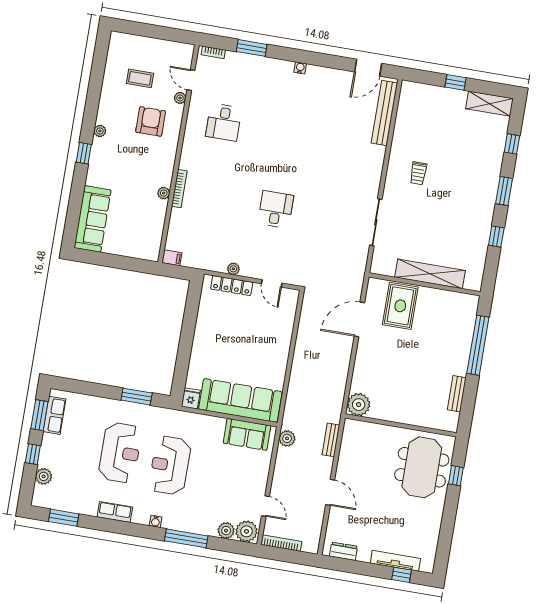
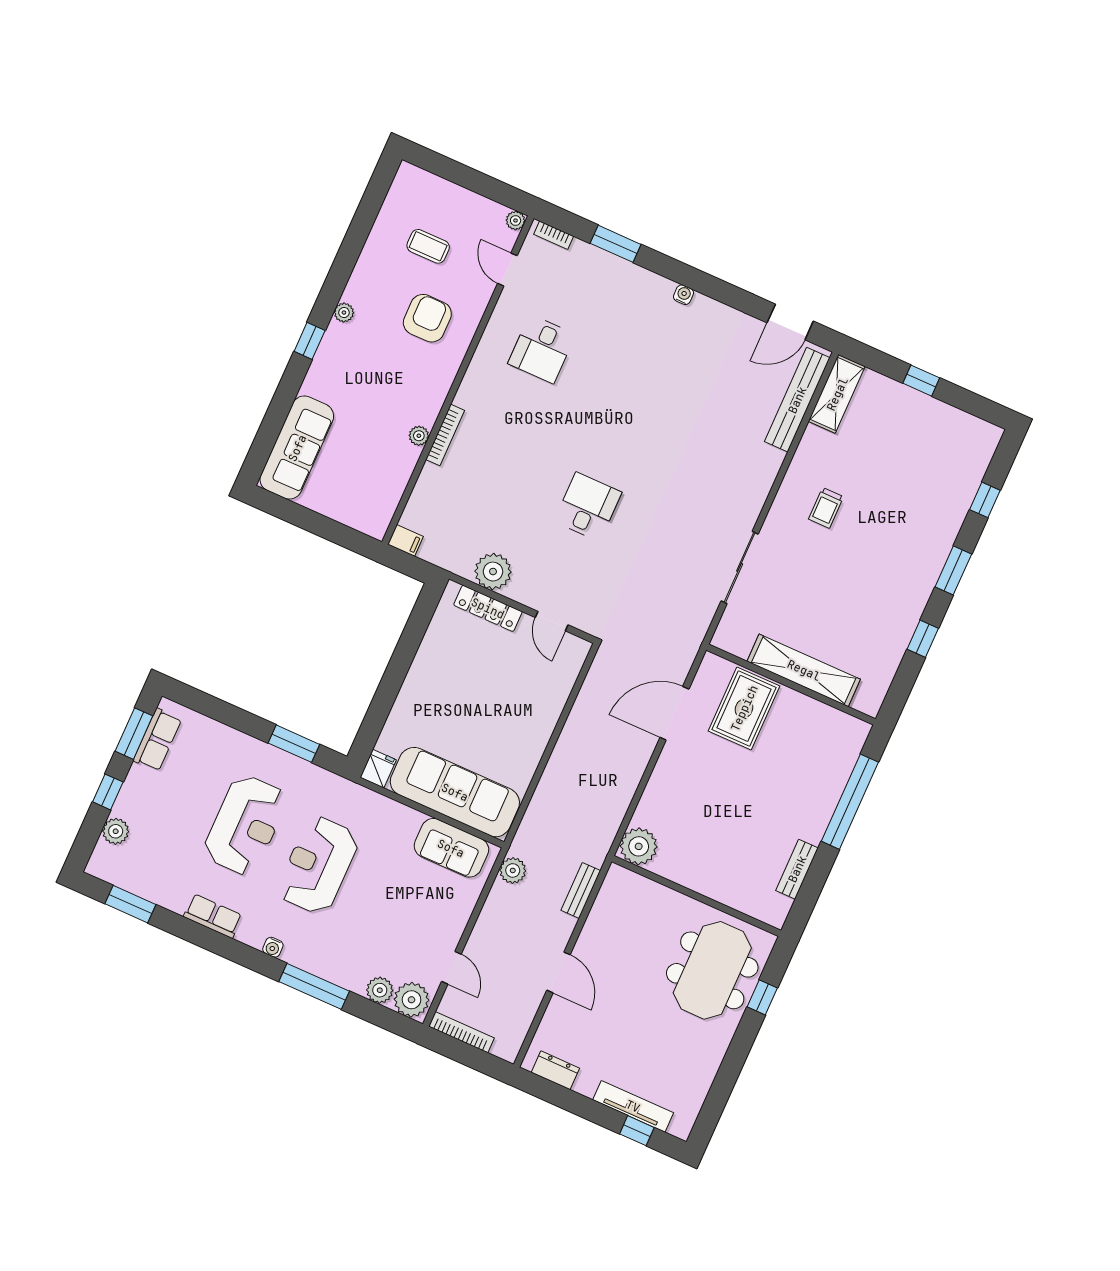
plant: (180, 98) -> (516, 220), moved
shelving: (490, 104) -> (837, 394), moved, turned 90
plant: (233, 269) -> (493, 572), width x1.87, depth x1.87

